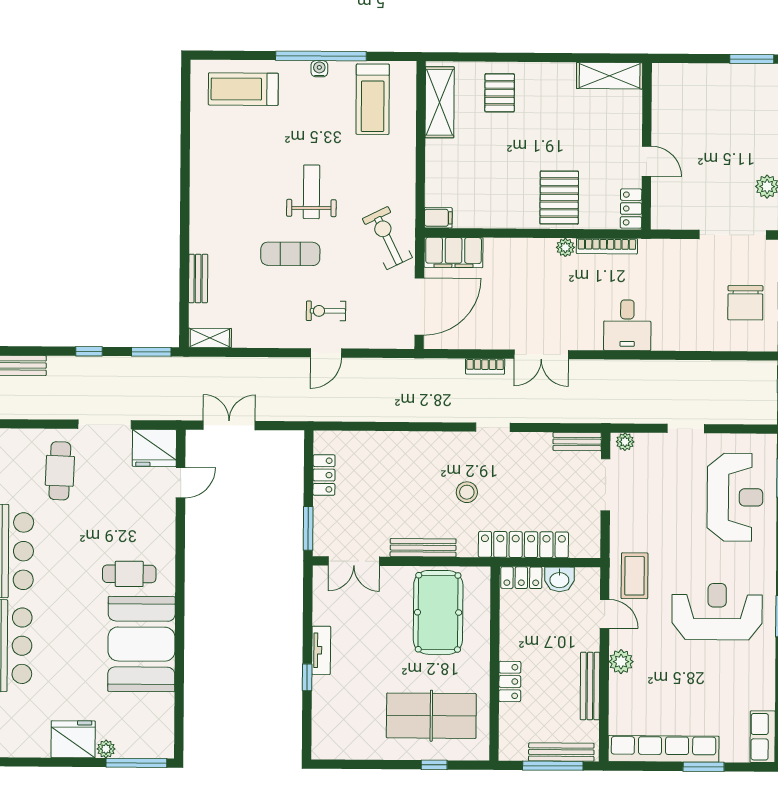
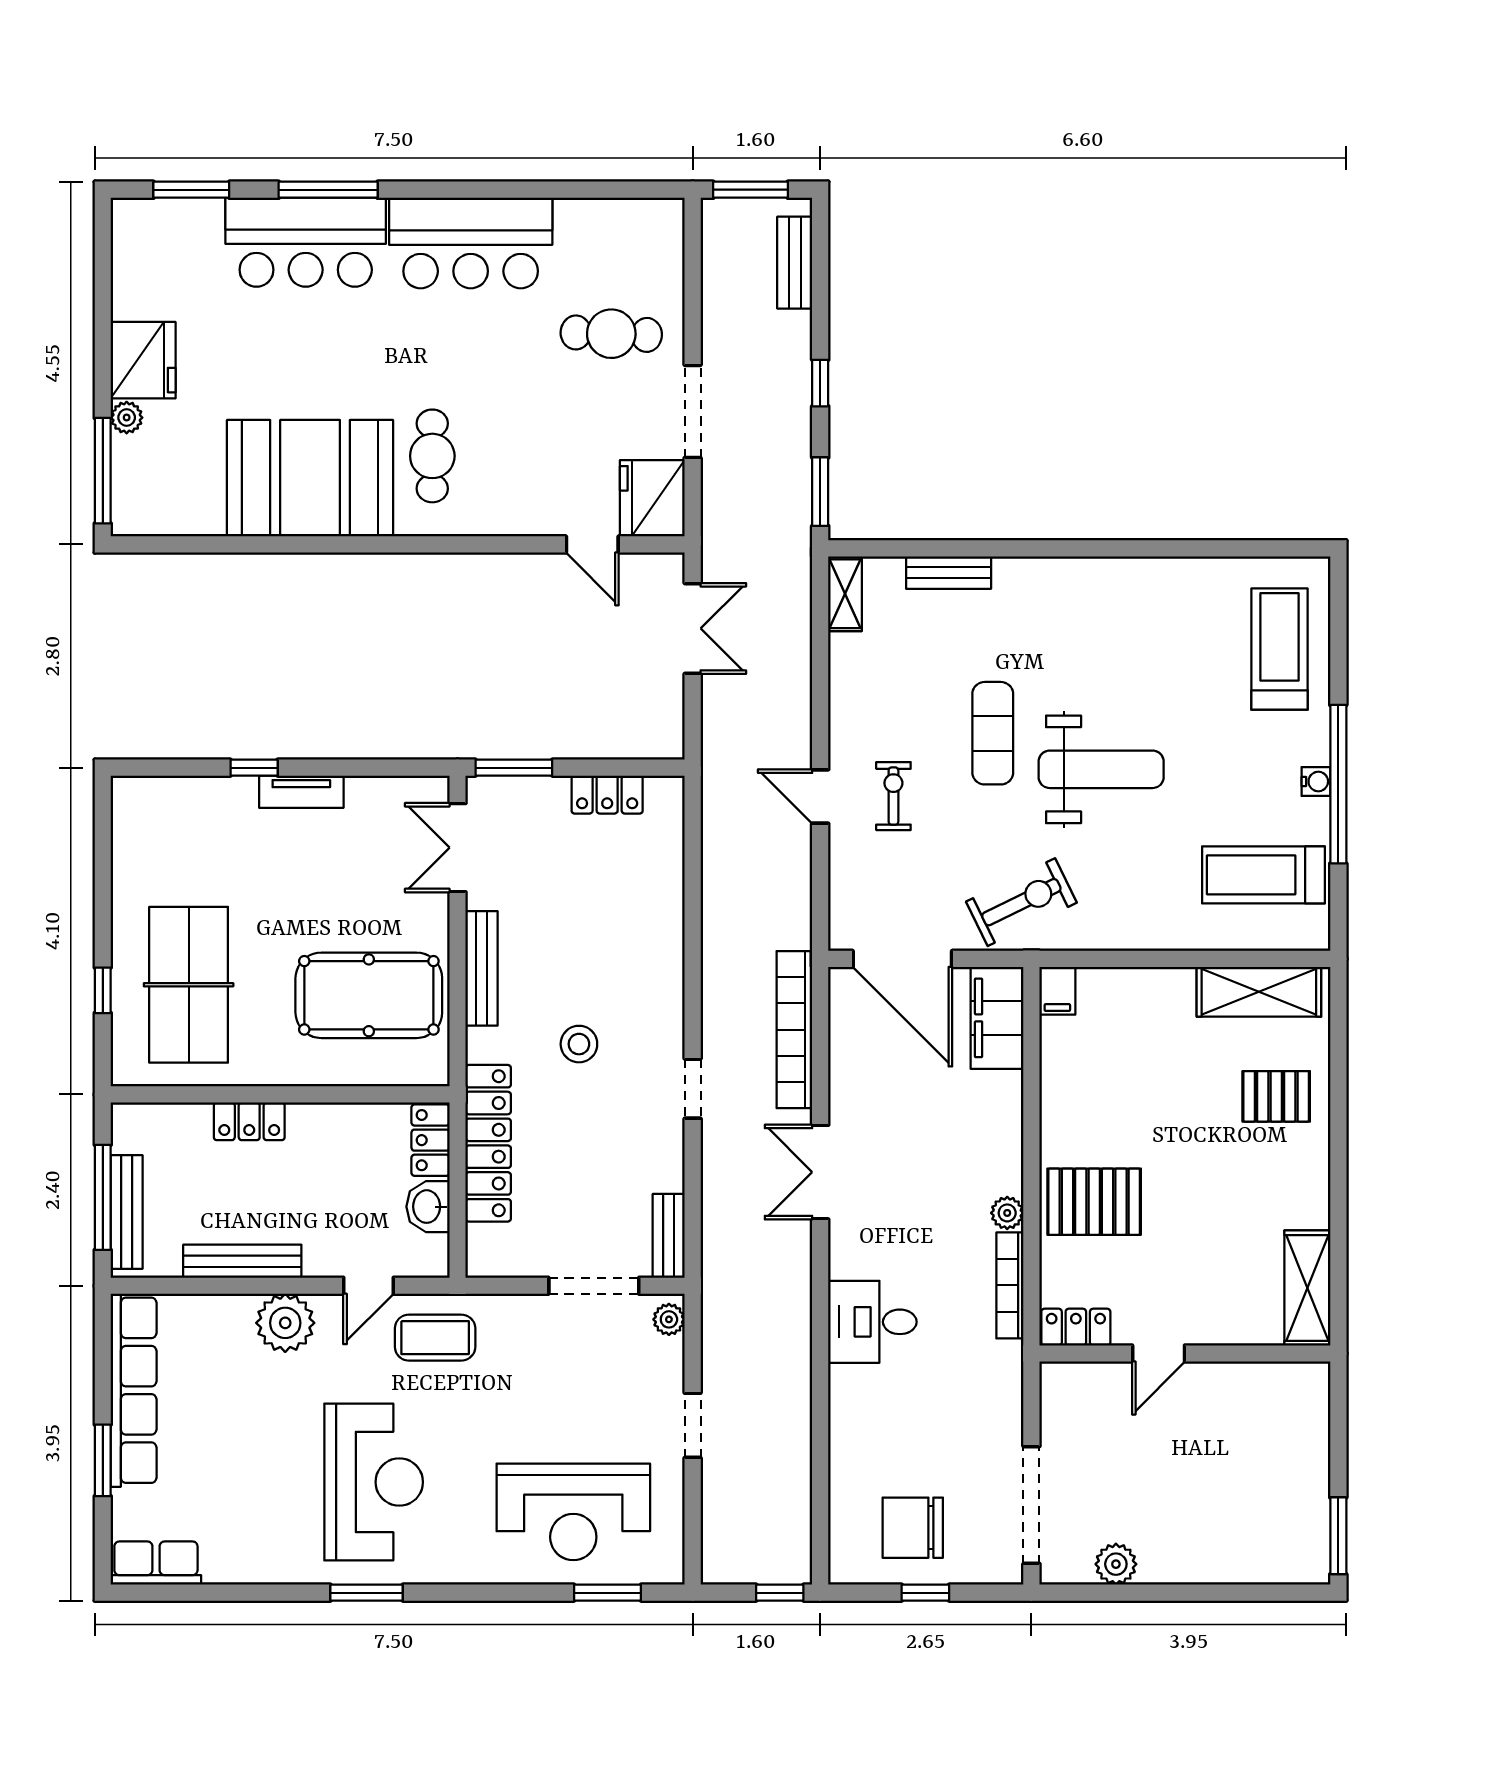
weight bench: (311, 192) -> (1101, 769), width x1.36, depth x1.33
bookcase: (485, 366) -> (794, 1030), width x2.31, depth x1.31
plant: (621, 662) -> (285, 1323), width x1.36, depth x1.36

